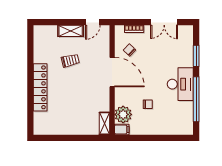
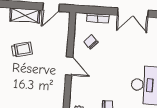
door: (112, 72) -> (69, 66), width x0.53

